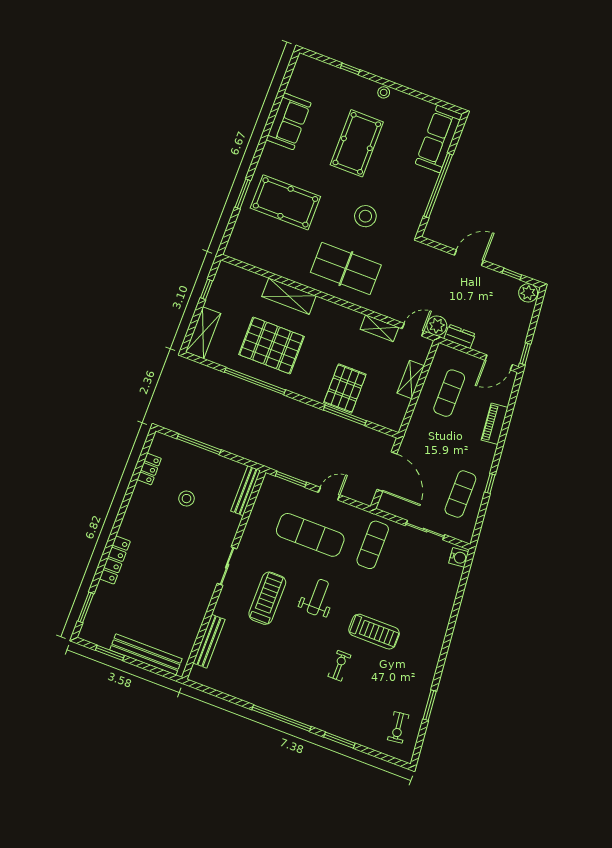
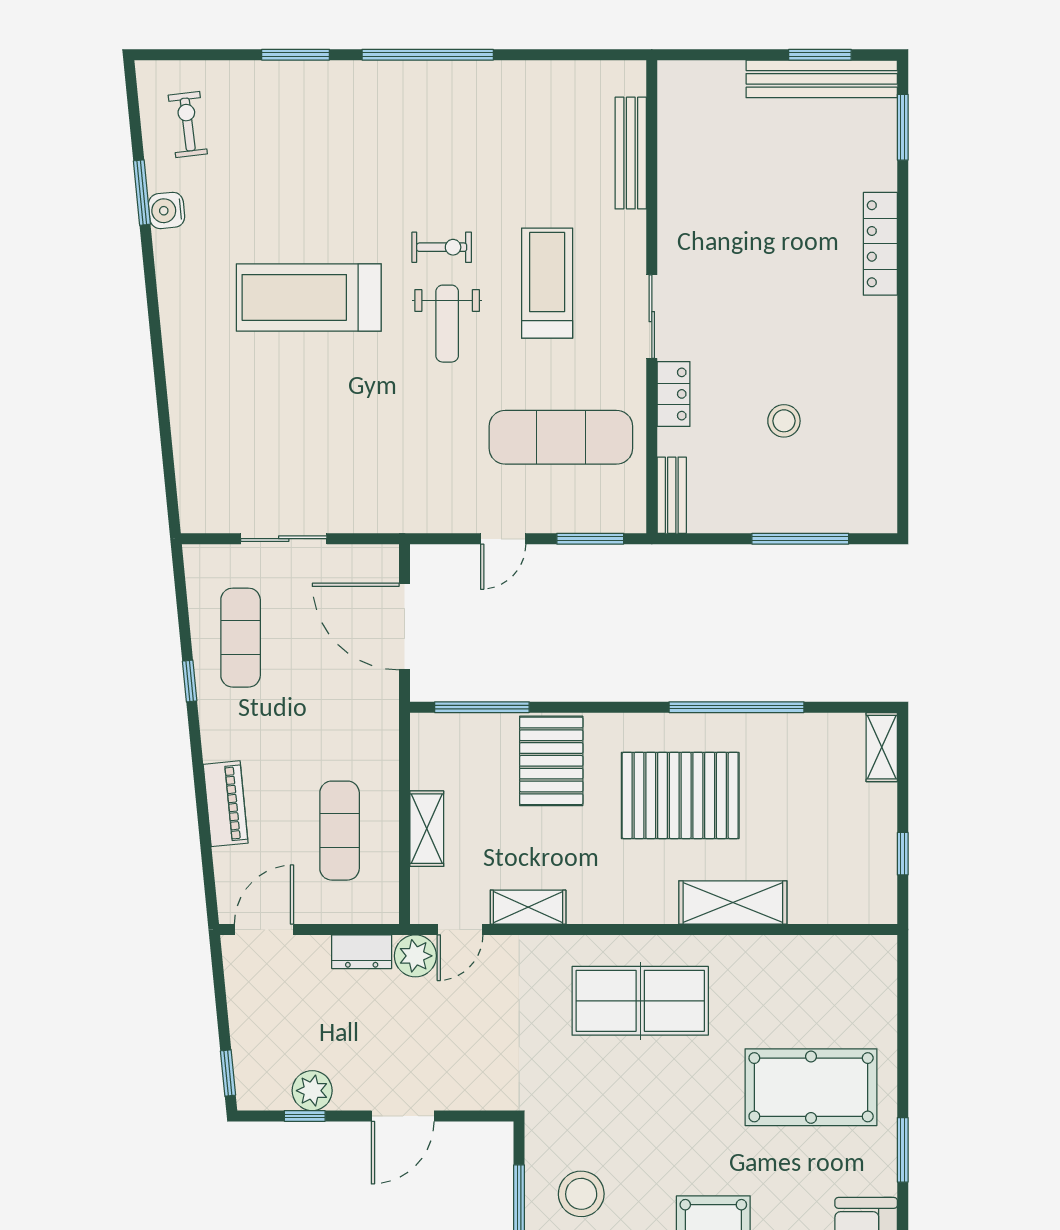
window: (243, 194) -> (903, 1150), moved
stool: (365, 216) -> (581, 1194), moved
plant: (528, 293) -> (312, 1091), moved
shelving: (203, 333) -> (882, 747), width x0.67, depth x0.75
pallet: (272, 345) -> (680, 795), moved
window: (525, 354) -> (228, 1073), moved
window: (345, 415) -> (482, 707), moved
locker: (149, 469) -> (674, 394), moved, turned 180
bench: (246, 491) -> (672, 495), width x0.73
exercise mat: (310, 535) -> (561, 437), moved
exercise mat: (373, 545) -> (377, 470), removed
water cooler: (459, 557) -> (167, 210), moved
treadmill: (267, 598) -> (547, 283), turned 180
treadmill: (374, 632) -> (309, 297), width x1.37, depth x1.38
bench: (146, 654) -> (822, 79), moved
exercise bike: (339, 666) -> (442, 247), moved, turned -90

